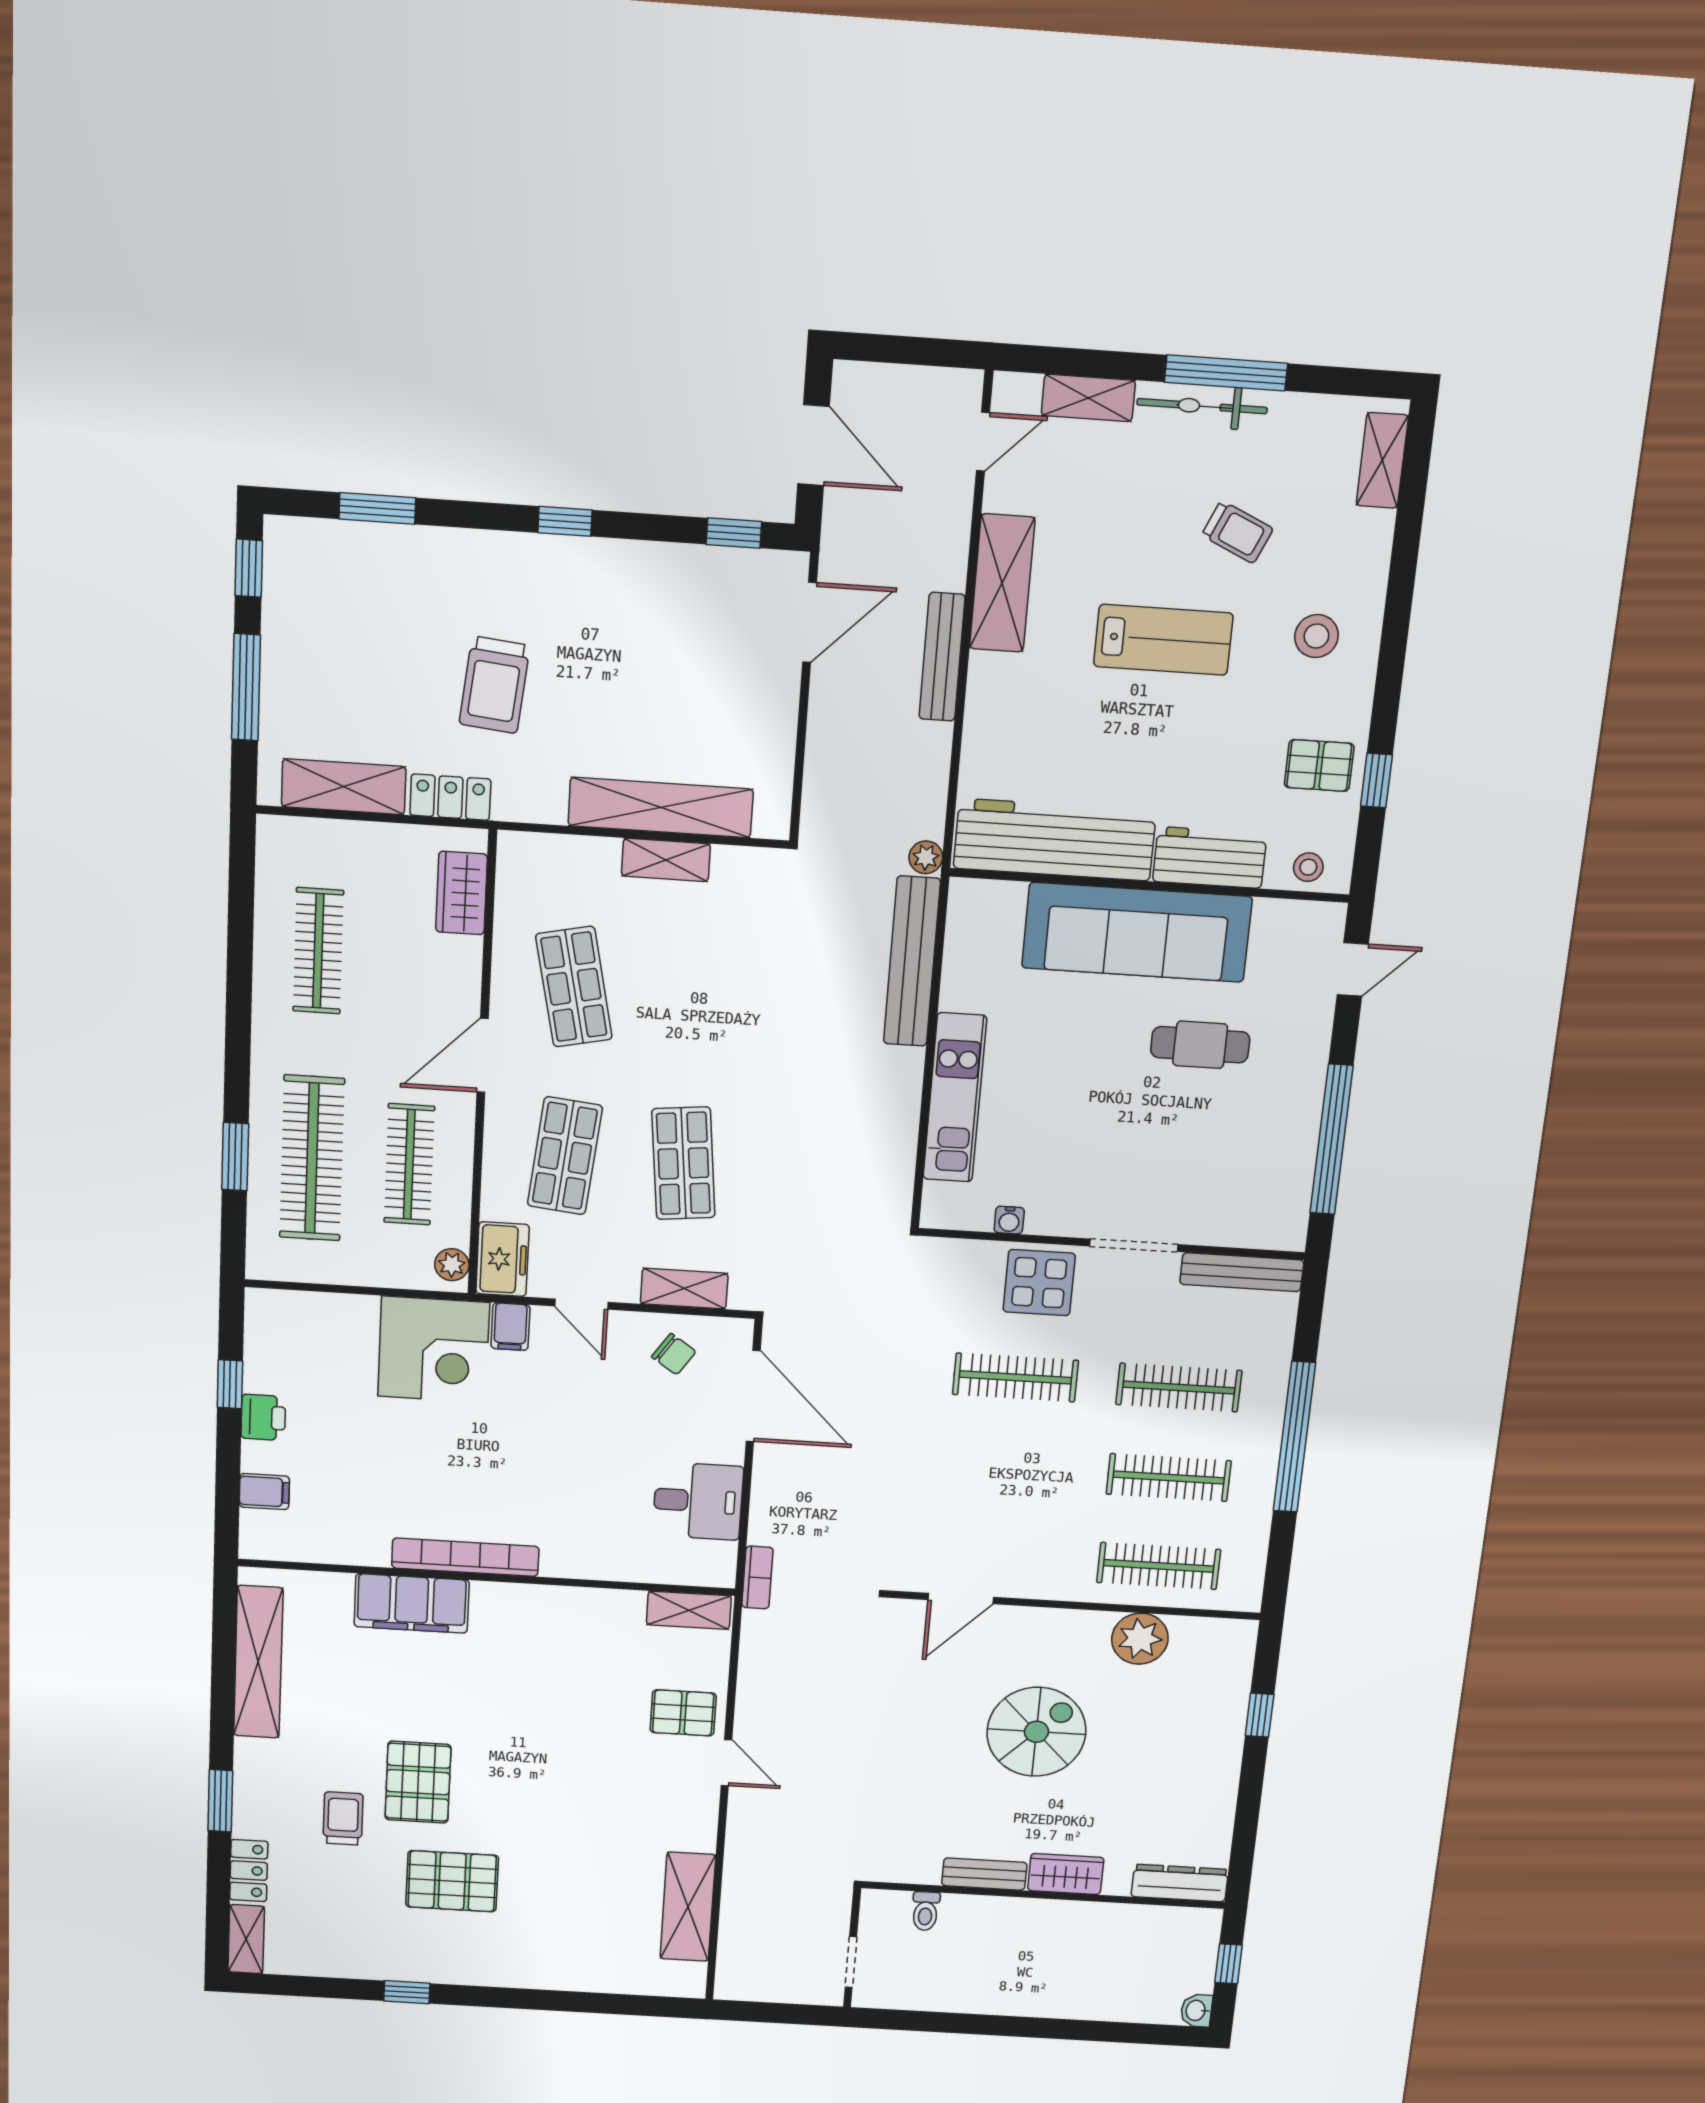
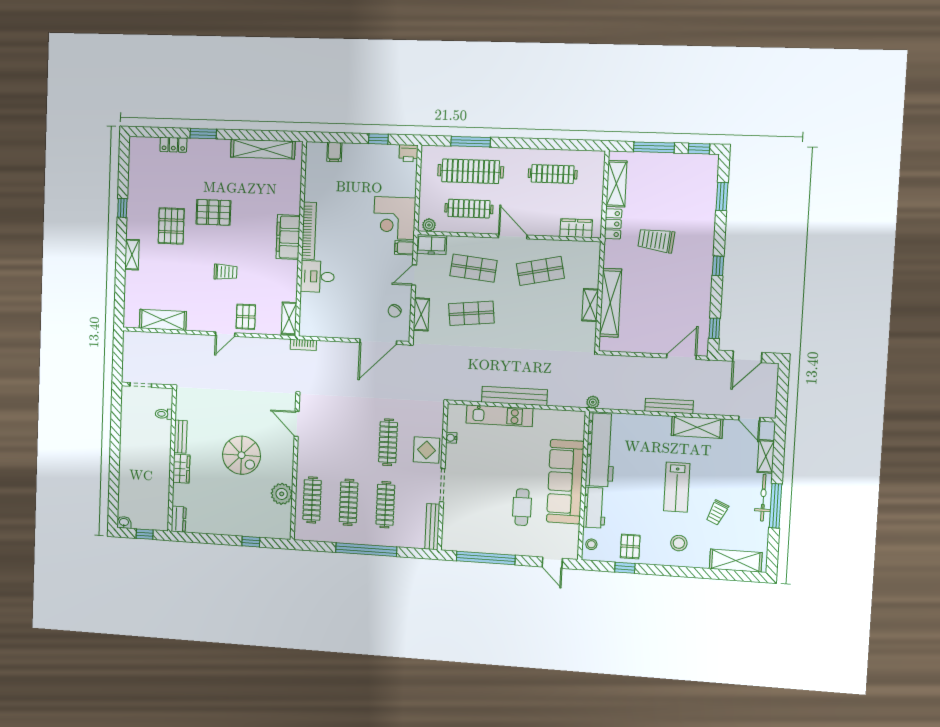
shelving: (1382, 460) -> (736, 561), width x1.50, depth x1.33
door: (810, 622) -> (681, 357), swing flipped
bench: (912, 961) -> (514, 396), moved
window: (235, 1157) -> (471, 142), width x1.44
printer: (263, 1417) -> (409, 153), moved
desk: (698, 1501) -> (317, 277), moved, turned 90
filing cabinet: (412, 1603) -> (288, 237), moved
trolley: (343, 1818) -> (226, 272), moved
dresser: (1180, 1883) -> (179, 519), width x0.70
shelving: (246, 1939) -> (132, 255), moved, turned 90

